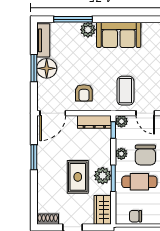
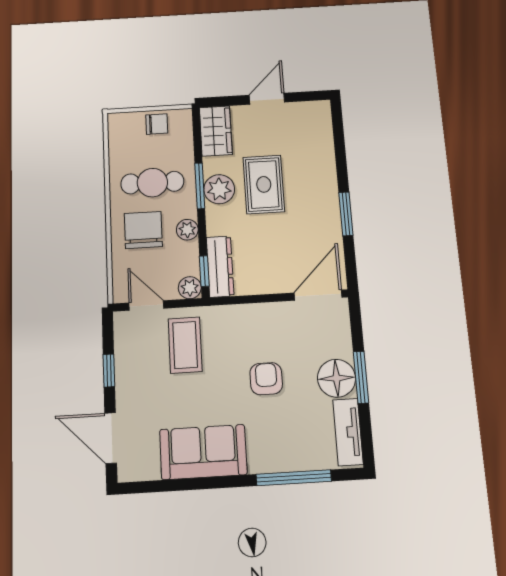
plant: (88, 30) -> (263, 459), removed
armchair: (84, 93) -> (266, 379), moved
dresser: (94, 122) -> (220, 267), moved, turned 90
shoe rack: (48, 219) -> (312, 110), removed

